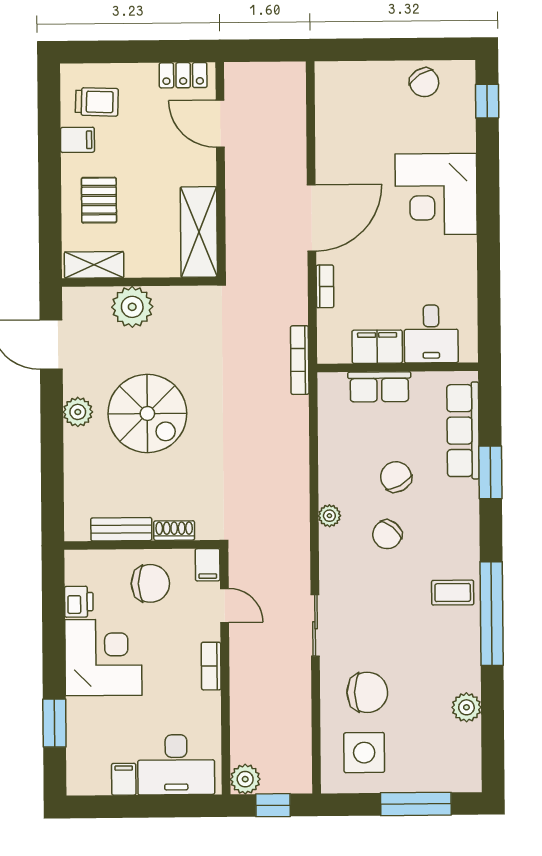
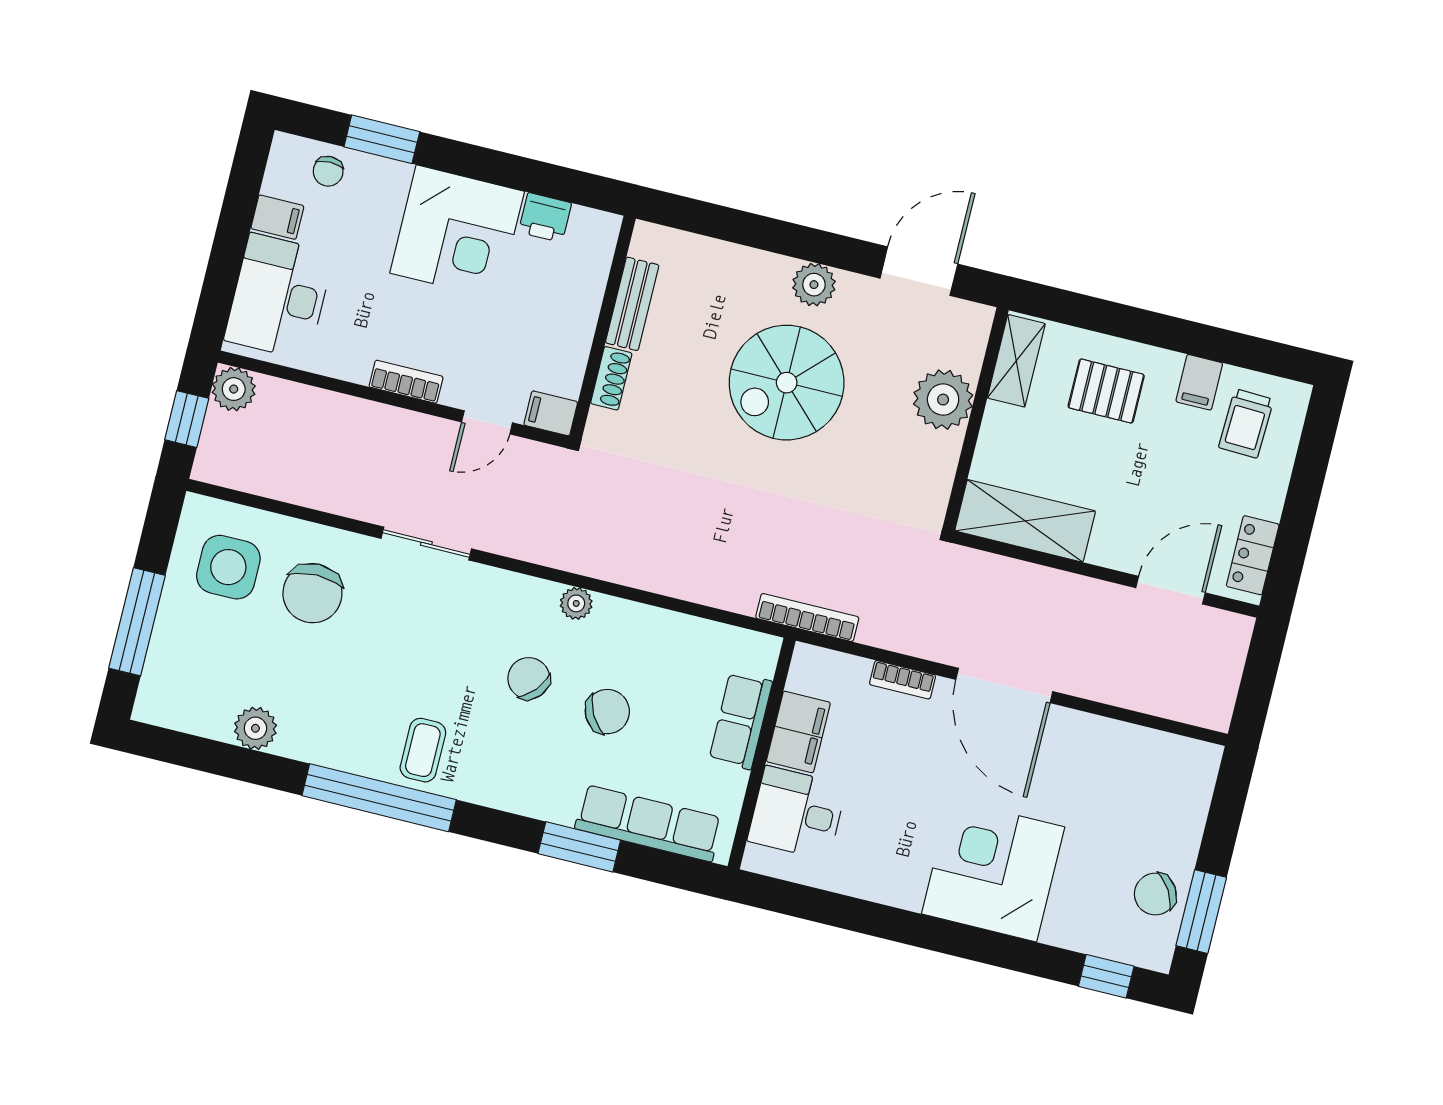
window: (428, 49) -> (1201, 912), added
chair: (150, 583) -> (328, 171), moved, width x0.54, depth x0.54

